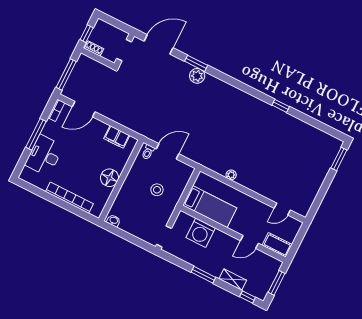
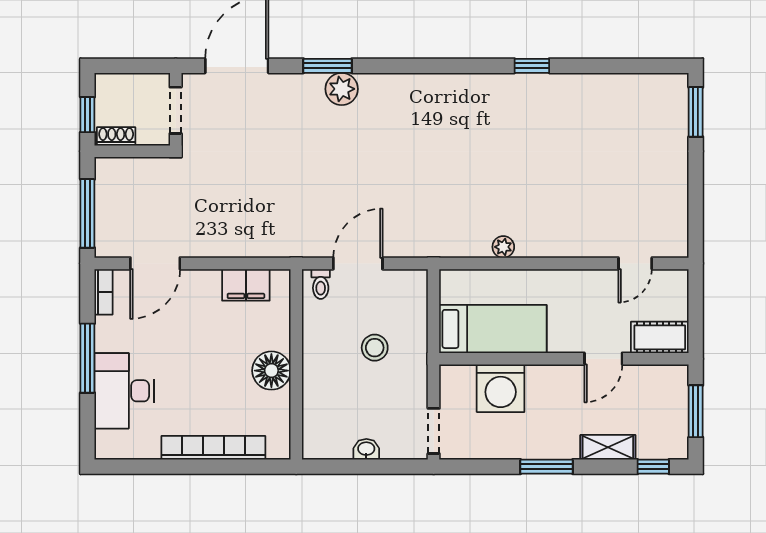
washbasin: (114, 221) -> (366, 449), moved

